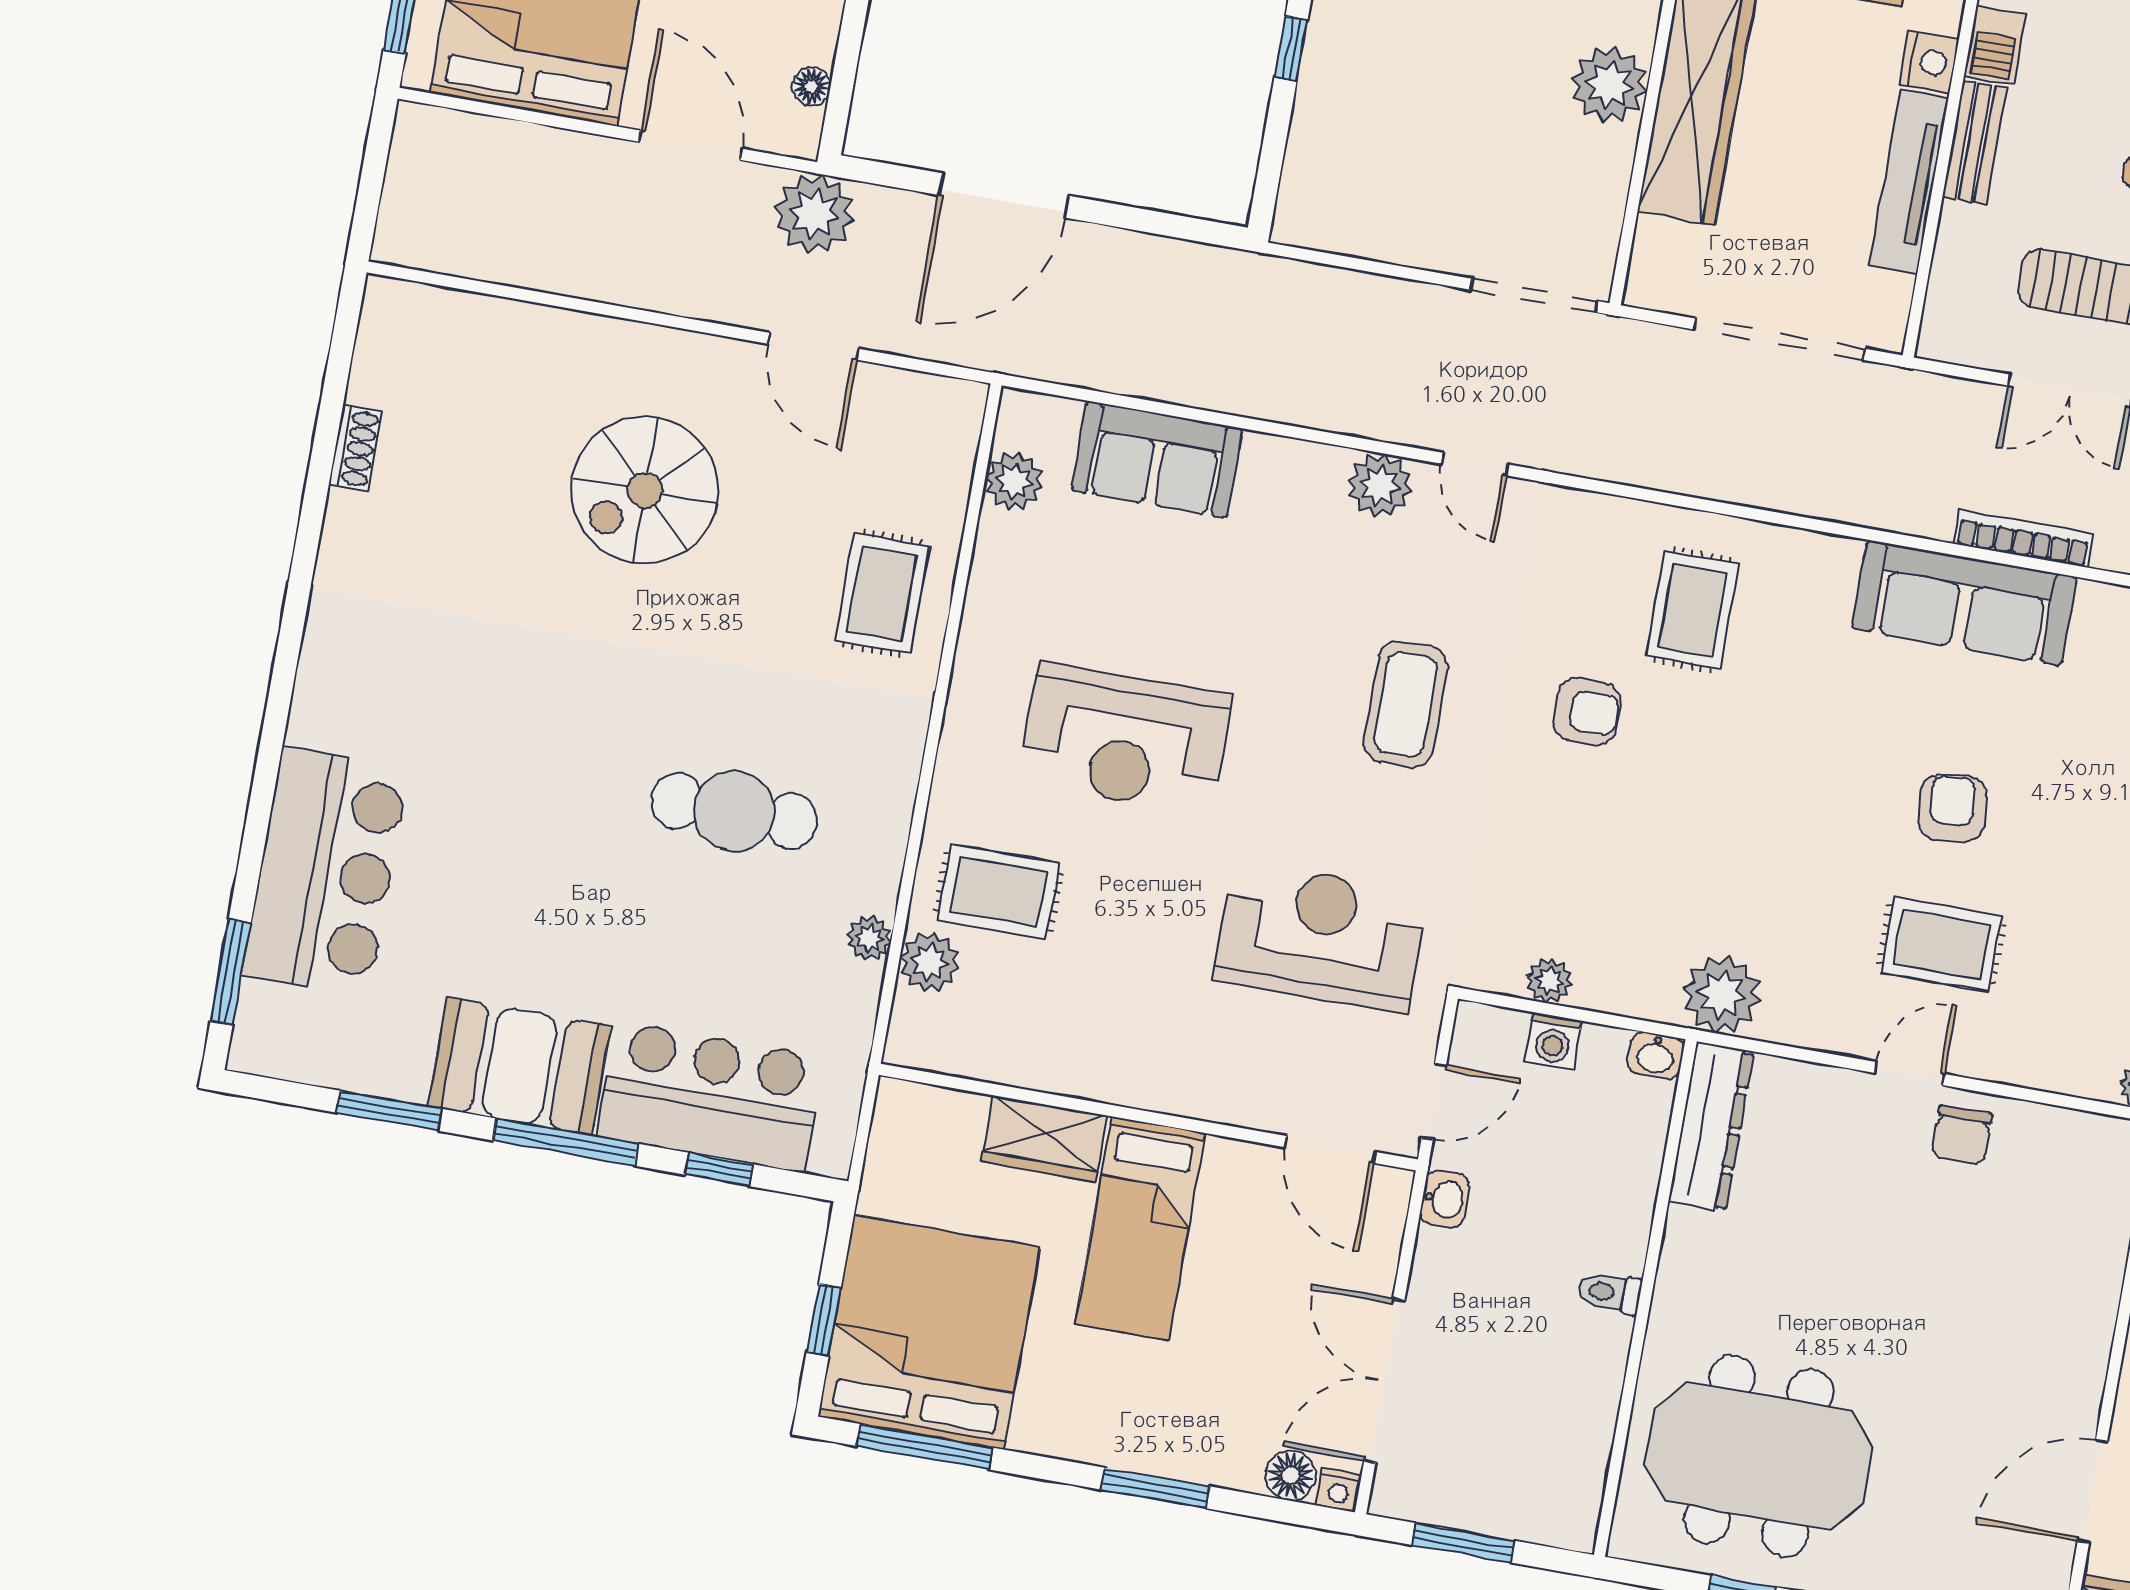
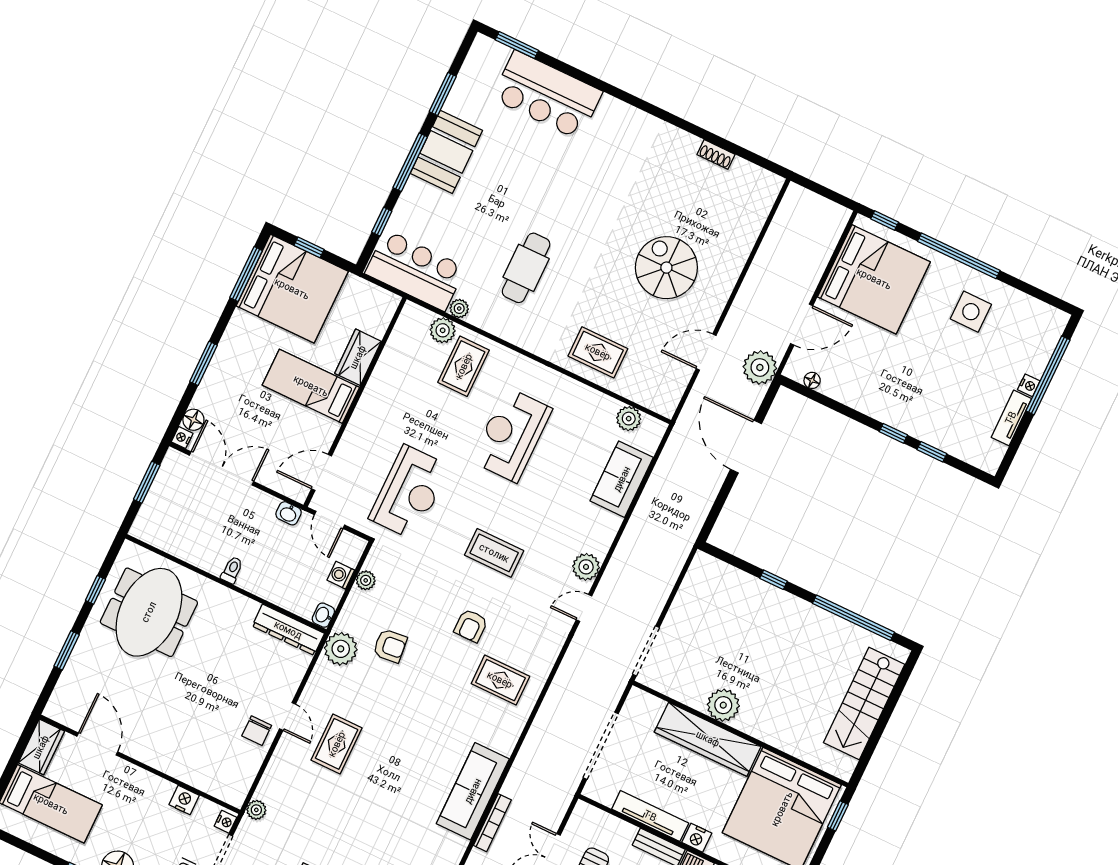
armchair: (1952, 808) -> (390, 646), moved
bar counter: (710, 1097) -> (415, 270), moved, turned -90
chair: (1961, 1135) -> (257, 731), turned -90

